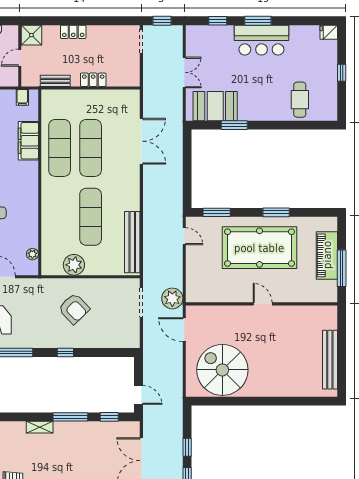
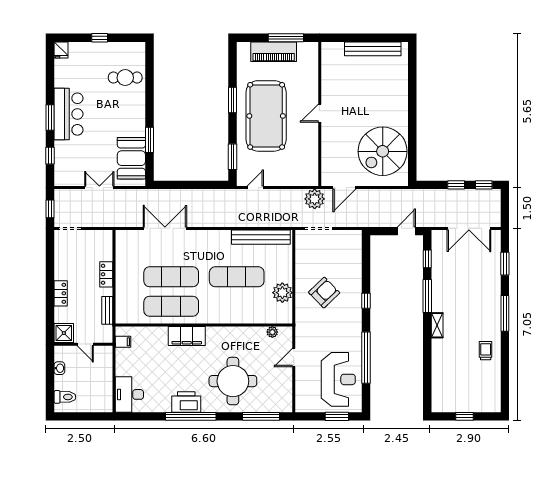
filing cabinet: (28, 141) -> (187, 336), moved

